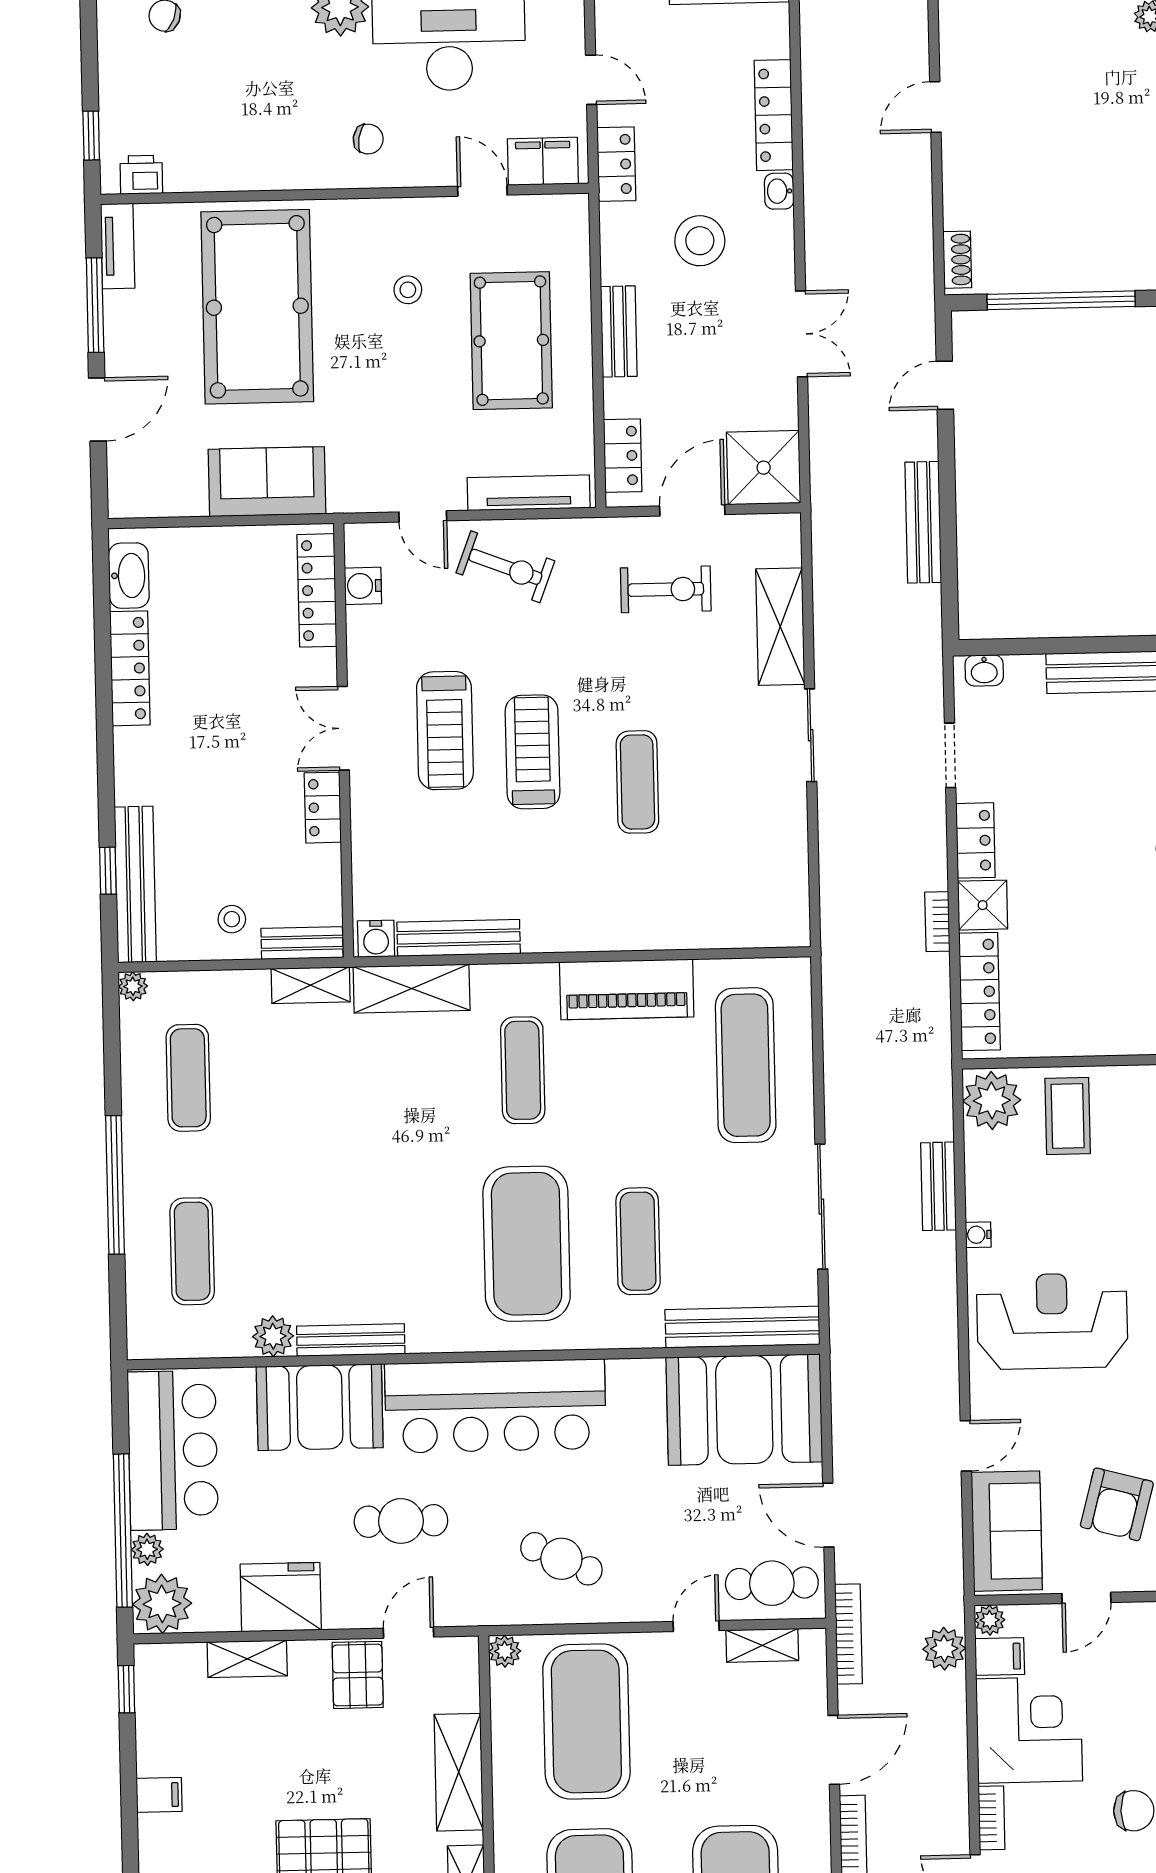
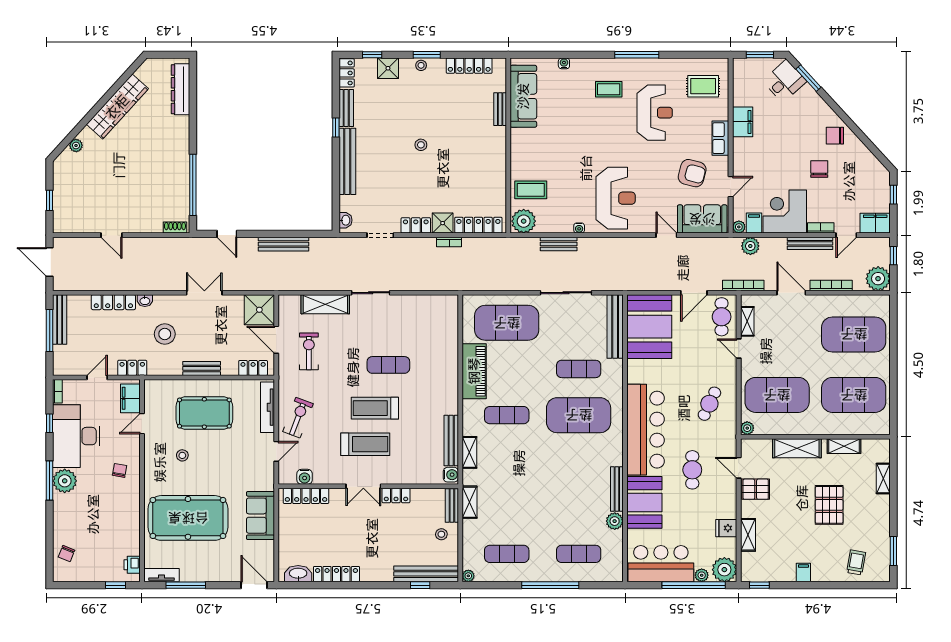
door: (97, 410) -> (254, 585), moved
shelving: (412, 989) -> (469, 452), width x0.67, depth x0.75
exercise mat: (746, 1065) -> (507, 323), width x1.47
reception desk: (1052, 1321) -> (616, 198), turned 180
fridge: (281, 1597) -> (726, 528), width x0.53, depth x0.75
door: (1086, 1598) -> (731, 187), hinge flipped
bench: (954, 1793) -> (810, 243), added

